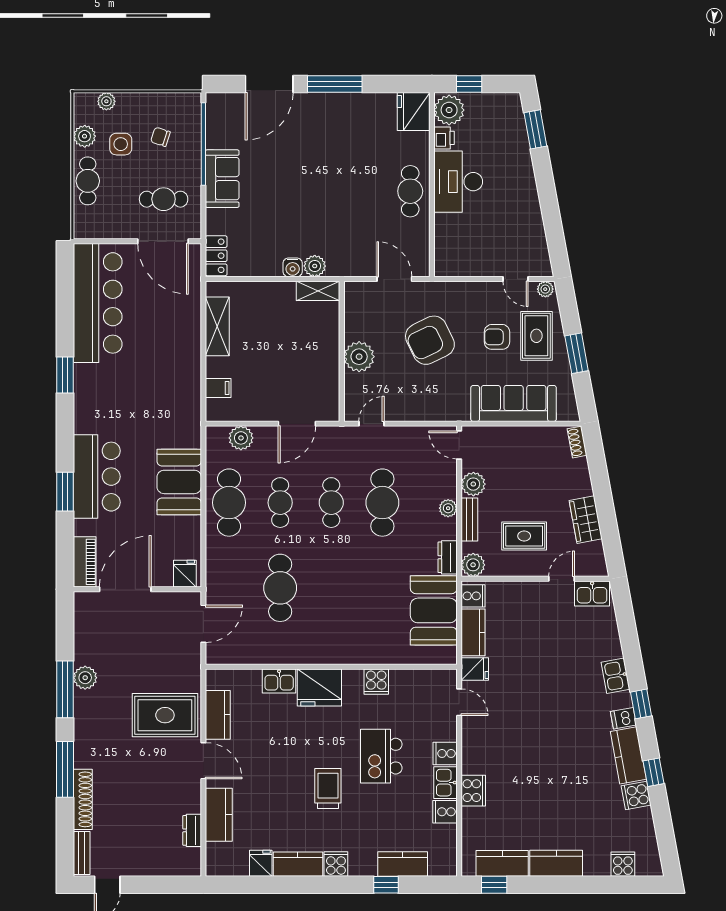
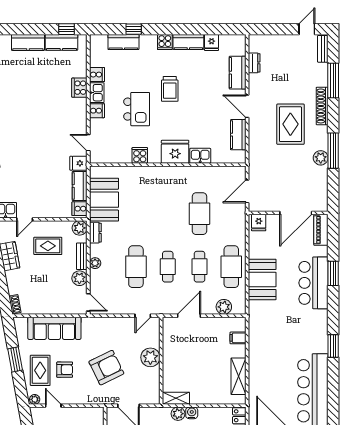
rug: (165, 715) -> (290, 124), moved, turned 90
window: (65, 769) -> (333, 80), moved
shoe rack: (83, 799) -> (322, 106), moved

